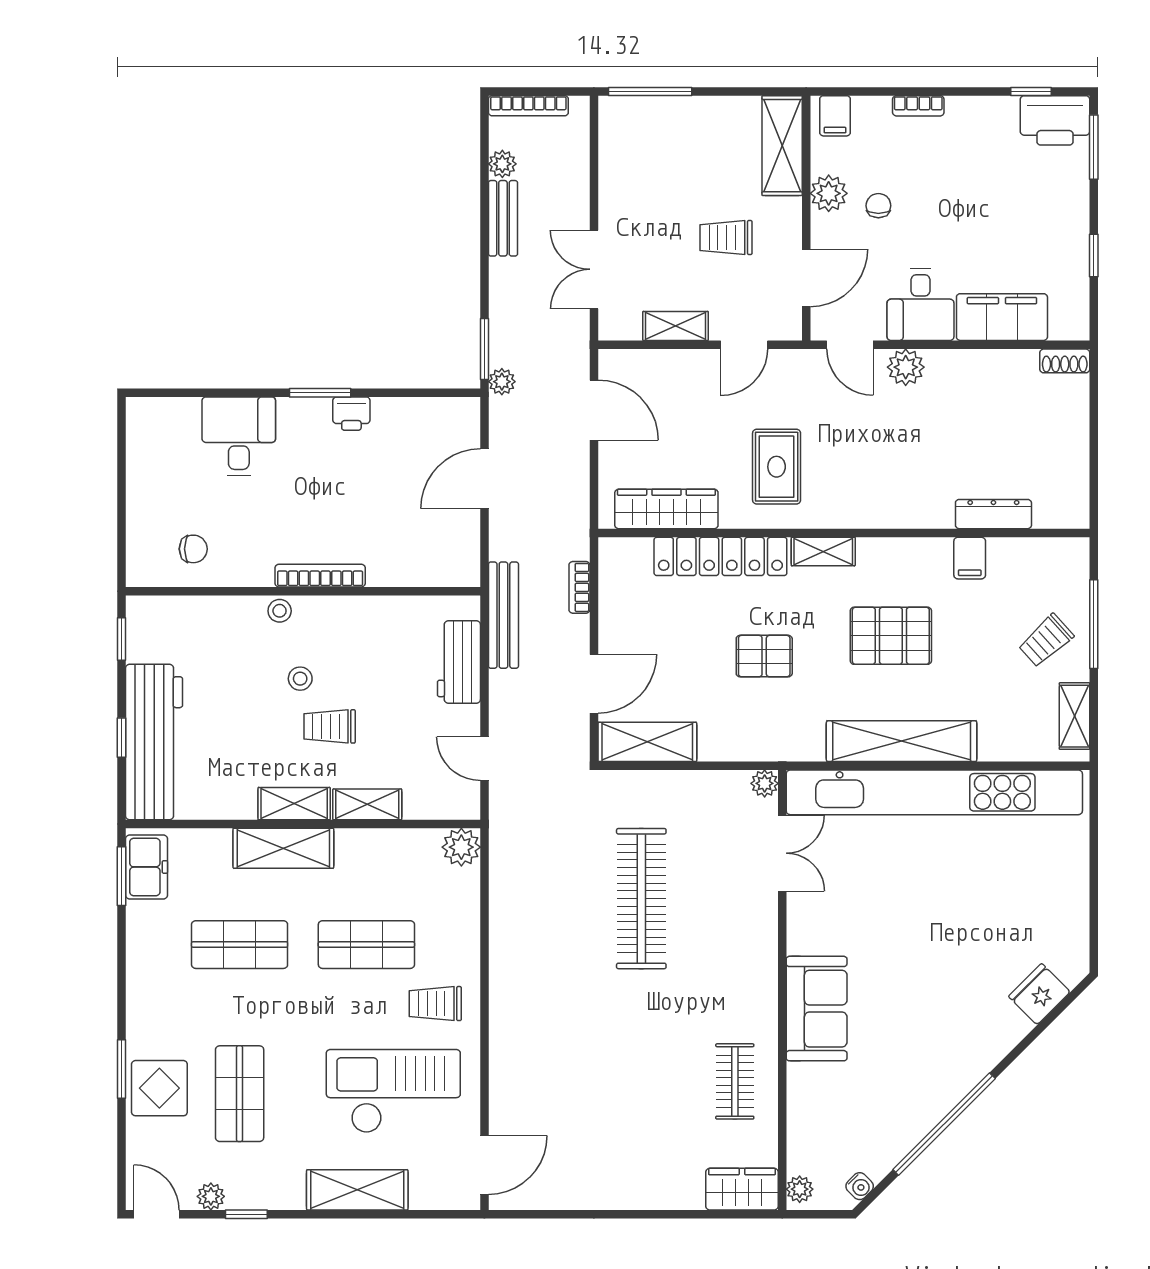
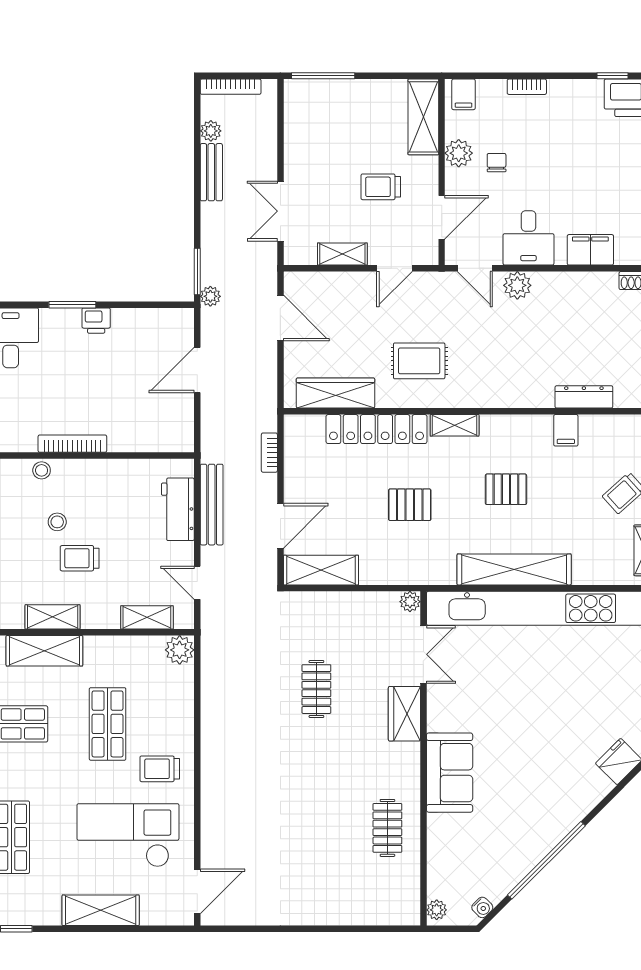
filing cabinet: (1002, 317) -> (590, 250), width x0.67, depth x0.86
rug: (777, 467) -> (419, 361), turned 90
bench: (503, 615) -> (212, 505), moved
pallet: (891, 636) -> (506, 489), width x0.67, depth x0.71
shelving: (367, 804) -> (147, 617), moved
clothes rail: (641, 899) -> (316, 689), width x0.54, depth x0.76
shop shelf: (366, 945) -> (108, 724), turned 90
wardrobe: (742, 1189) -> (404, 714), moved, turned -90

